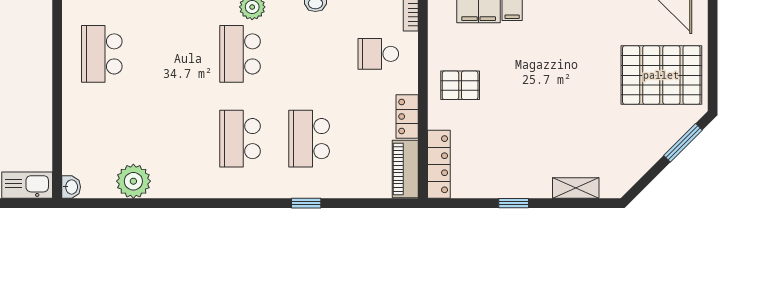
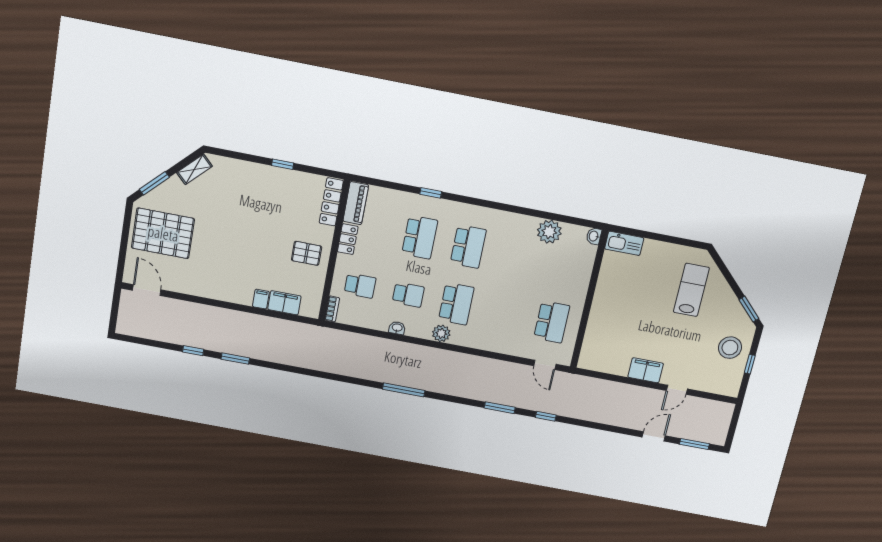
school desk: (309, 54) -> (408, 295), added
shelving: (576, 188) -> (194, 169), moved, turned -45

